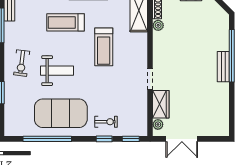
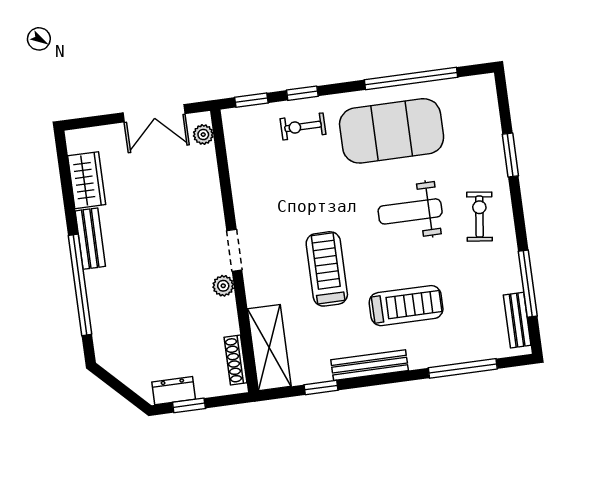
plant: (158, 25) -> (223, 286), moved
bench: (223, 67) -> (90, 239), moved
doorway: (150, 79) -> (234, 250), moved
wardrobe: (161, 104) -> (87, 180), moved, turned 180
double door: (182, 139) -> (154, 113), swing flipped

